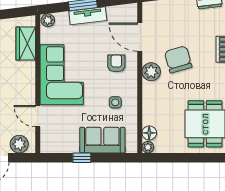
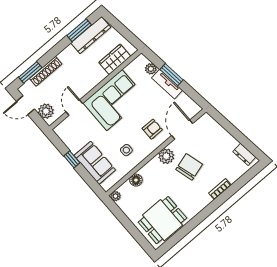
plant: (48, 20) -> (151, 69), moved
floor lamp: (149, 133) -> (136, 180), moved

